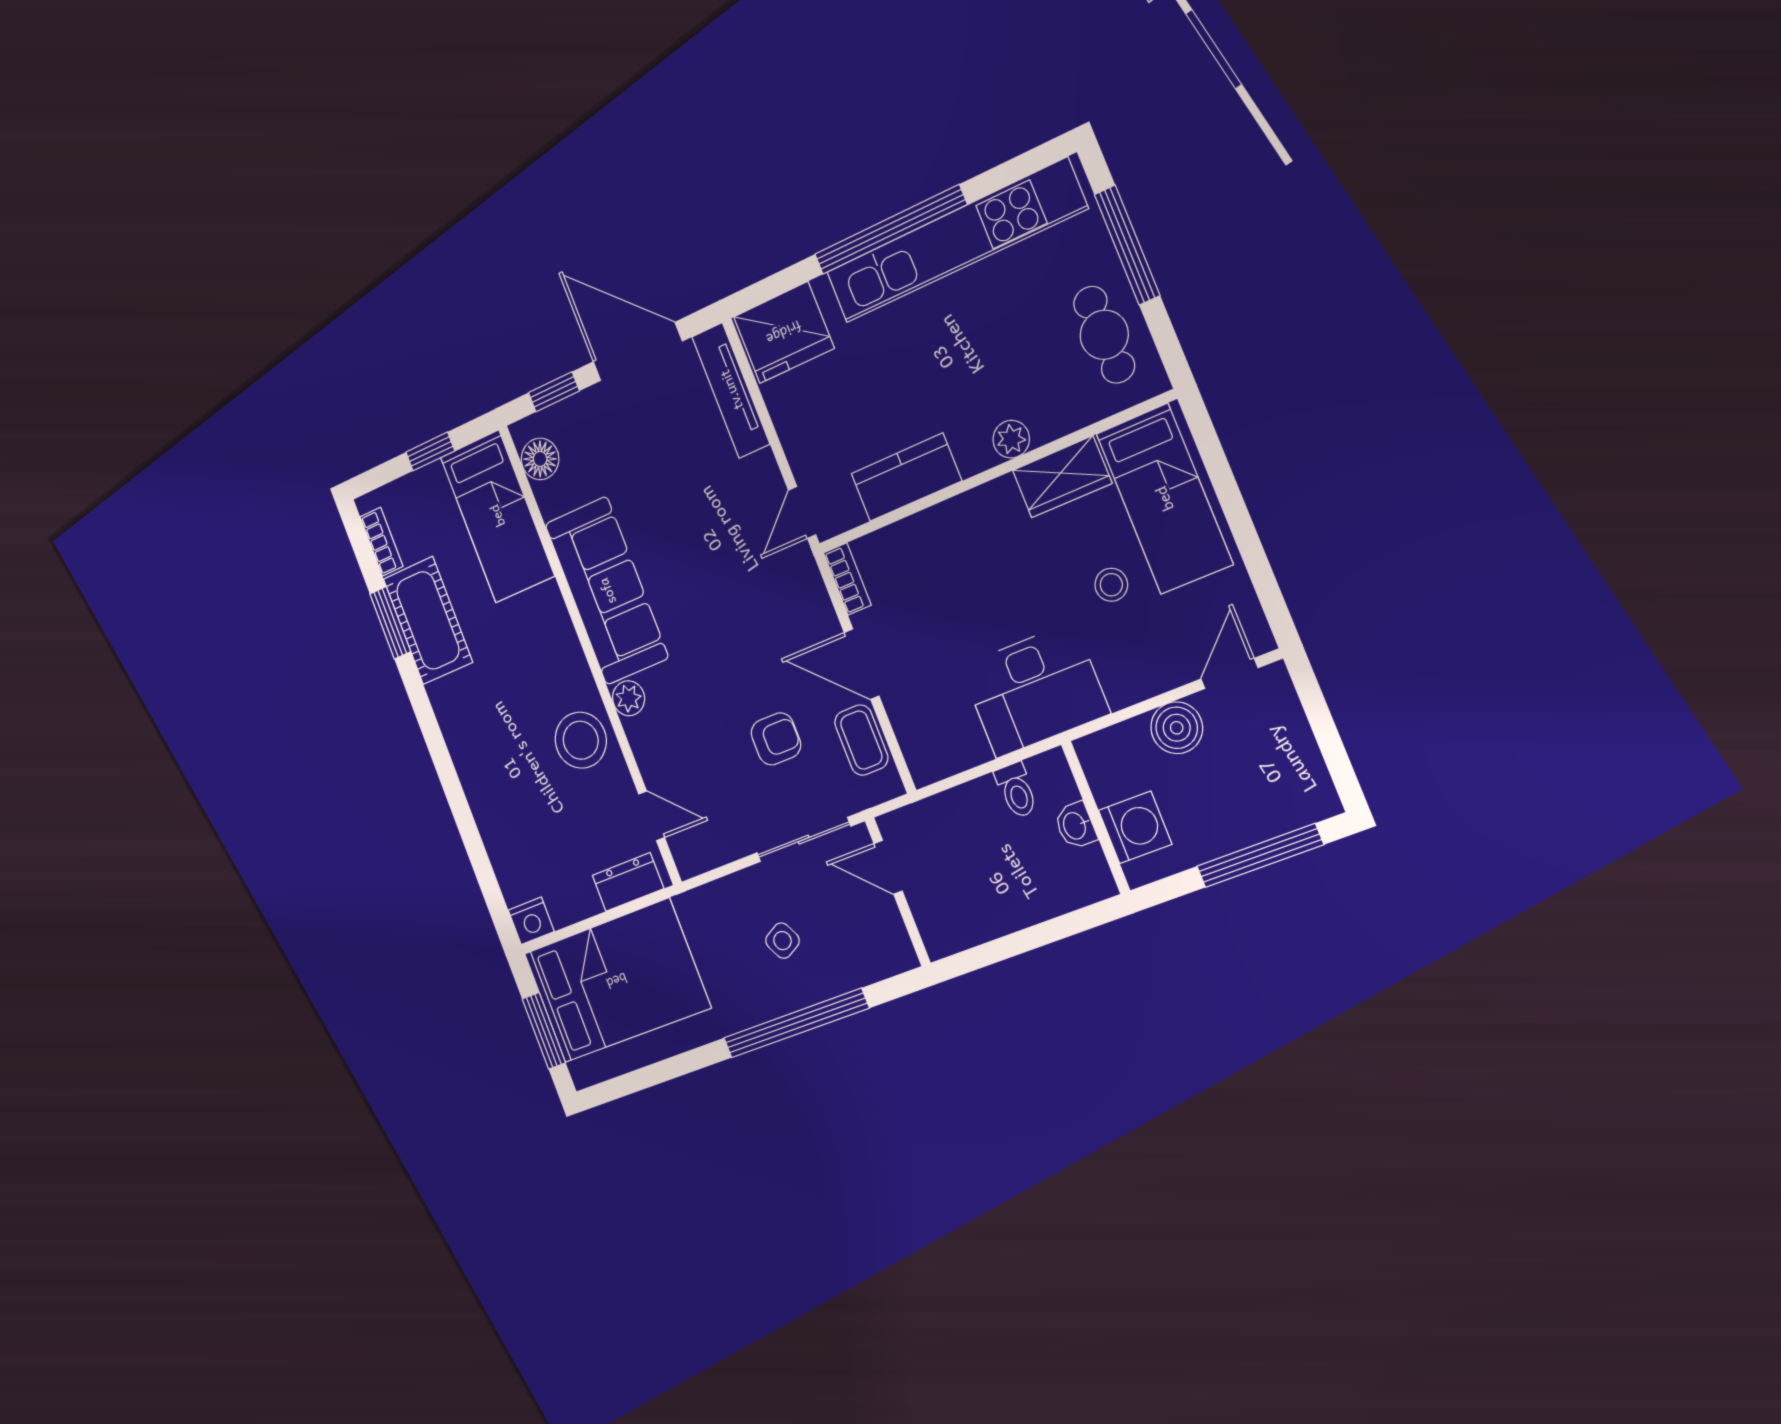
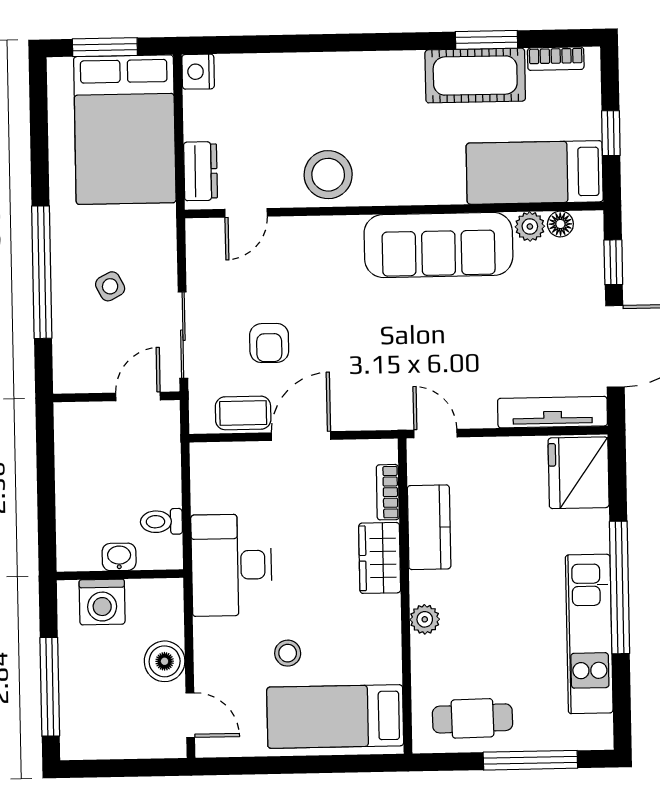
kitchen unit: (955, 241) -> (589, 634), width x0.73
floor lamp: (540, 459) -> (560, 224), width x0.73, depth x0.73
wardrobe: (1062, 477) -> (380, 558), moved
bookcase: (847, 579) -> (388, 492), moved, turned 90
plant: (629, 698) -> (530, 227), moved

